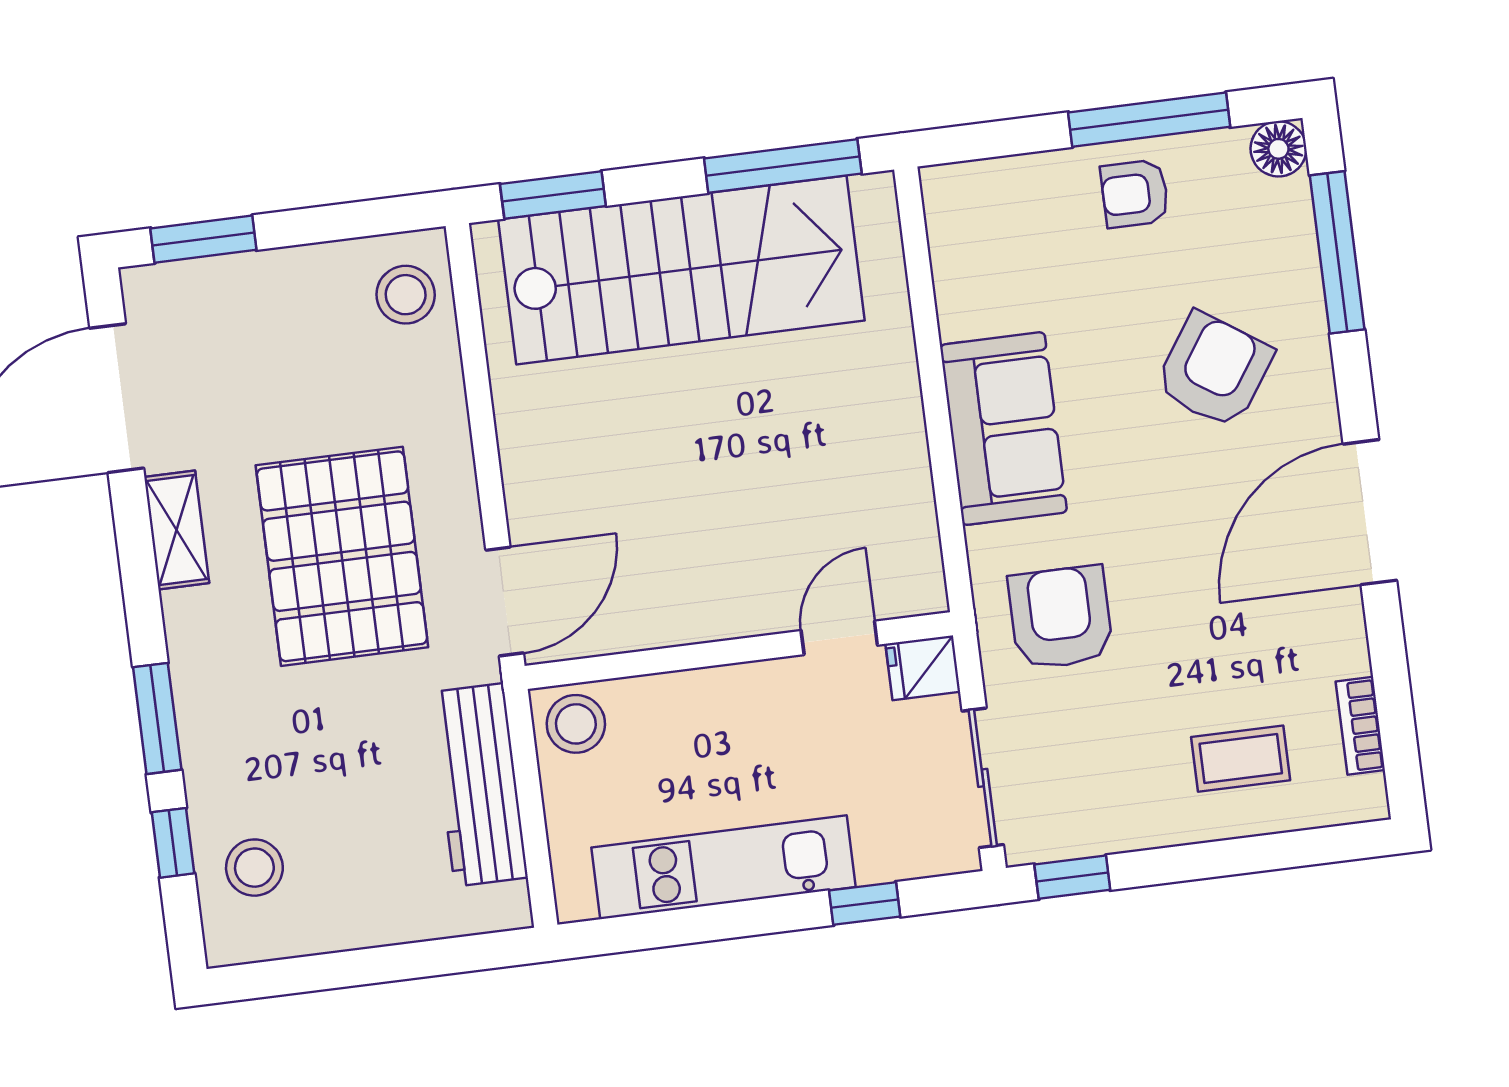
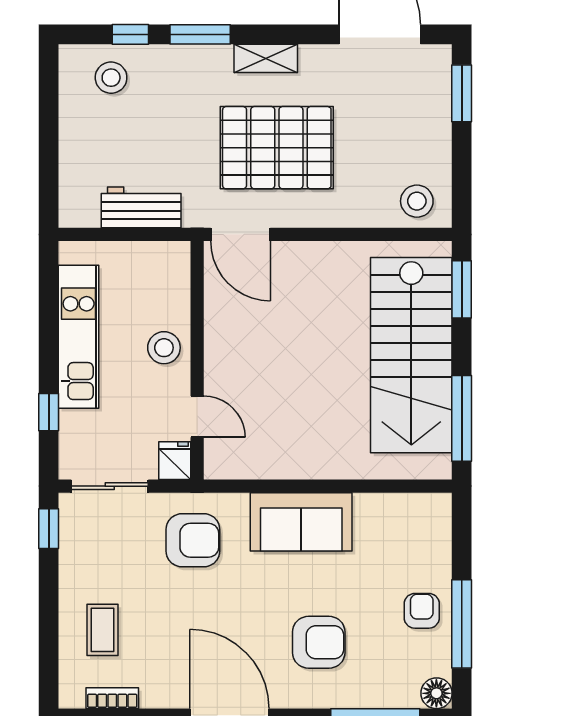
armchair: (1214, 370) -> (319, 642), turned -34
shelving: (177, 530) -> (266, 58), moved
stool: (576, 724) -> (164, 348), moved
workbench: (479, 785) -> (141, 207), width x0.73

